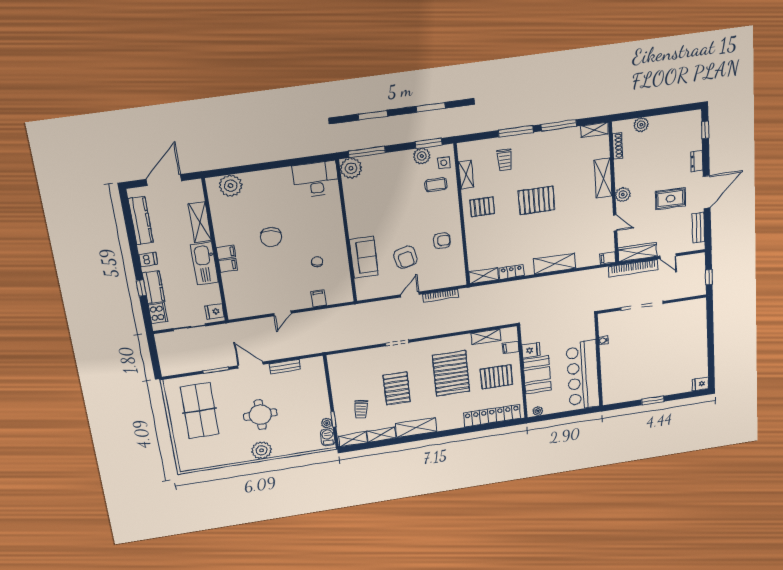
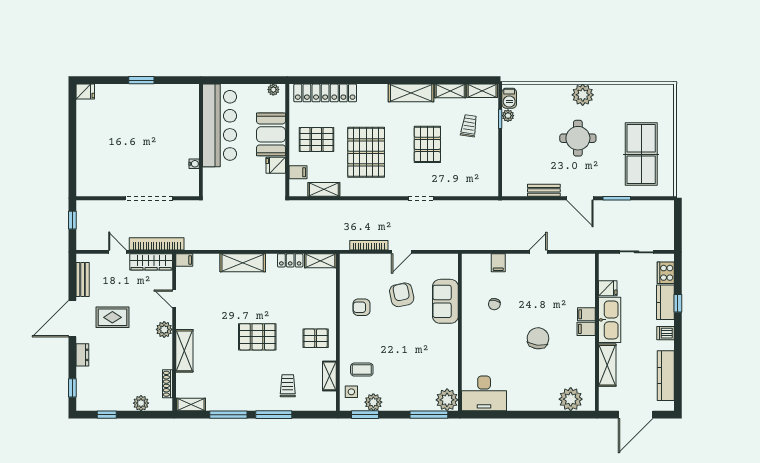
window: (673, 110) -> (107, 415), added
fridge: (214, 311) -> (608, 288), moved

